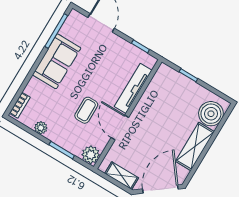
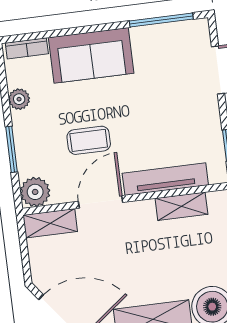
sofa: (57, 61) -> (91, 55), moved
shelving: (152, 91) -> (181, 206), added
shelving: (122, 176) -> (50, 223), moved, turned 90

